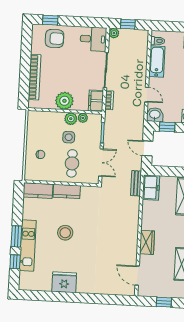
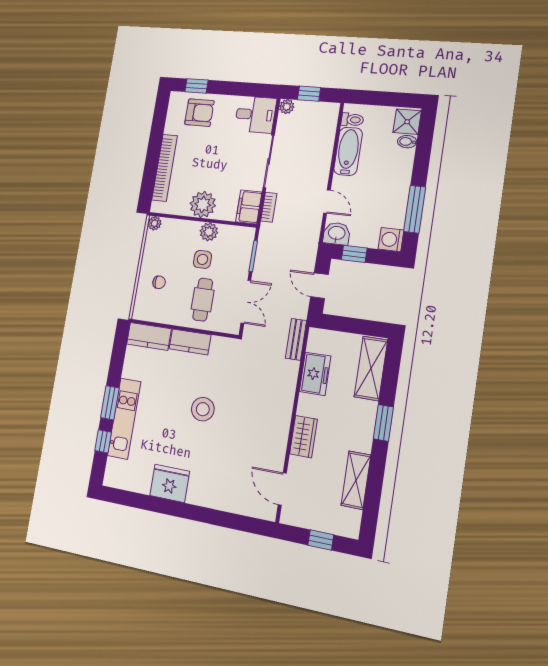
plant: (83, 118) -> (154, 223), moved
freezer: (151, 188) -> (315, 374), moved
stool: (65, 233) -> (203, 409), moved

